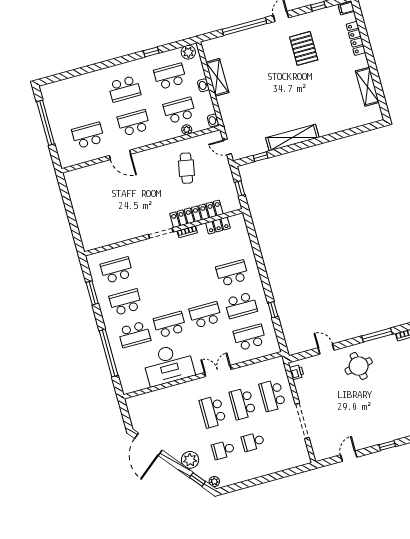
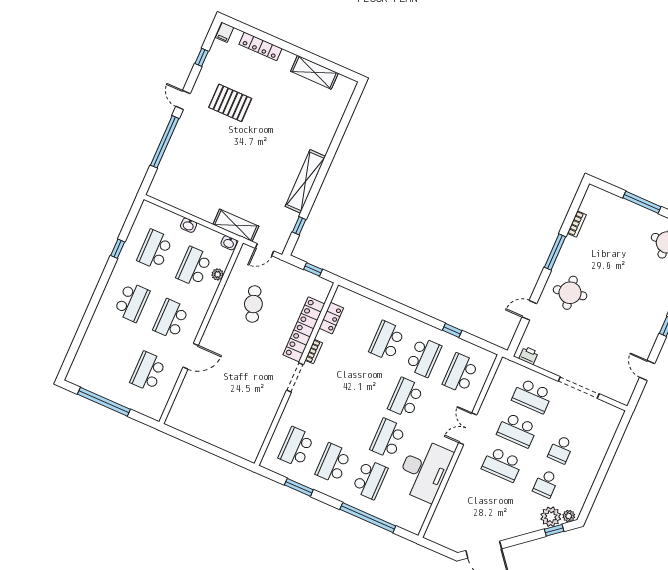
plant: (188, 52) -> (146, 214), removed
shelving: (217, 77) -> (236, 225), moved
cafe table: (186, 168) -> (253, 304), turned 61
plant: (190, 460) -> (551, 517), moved

